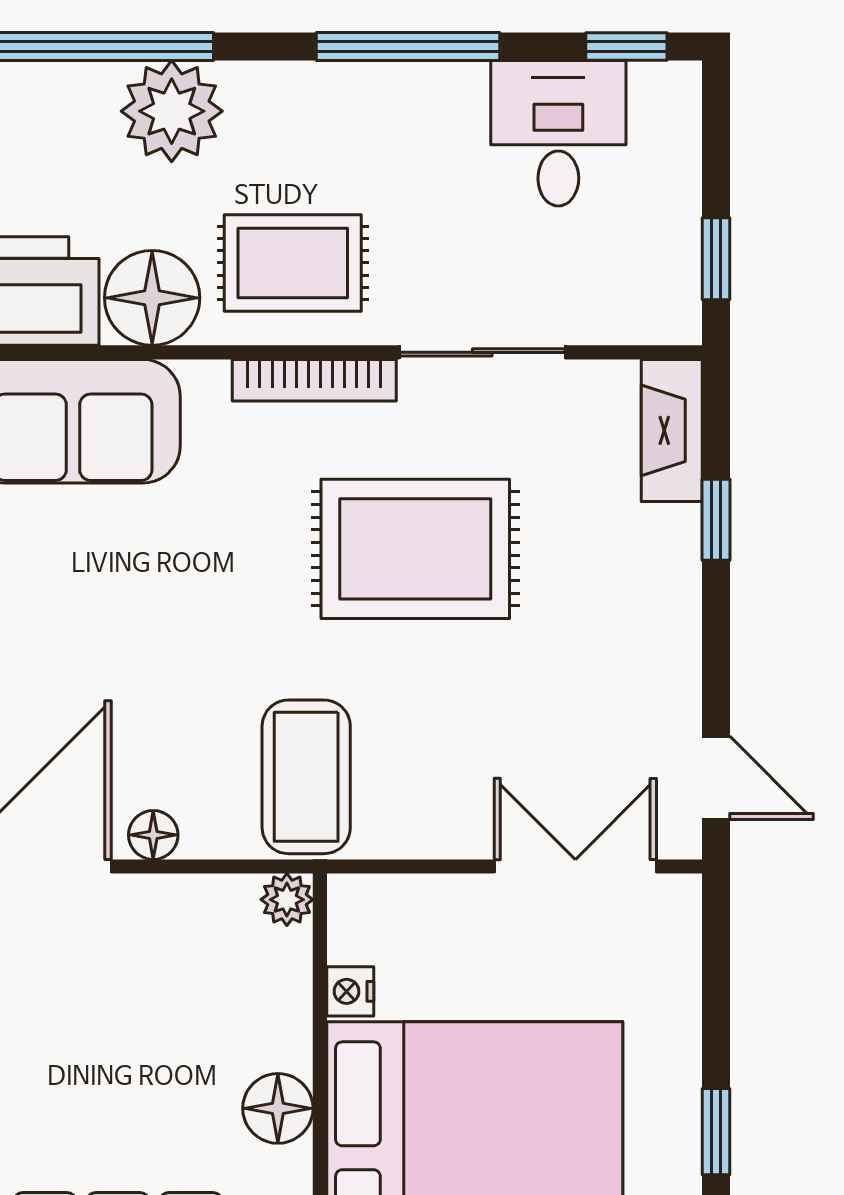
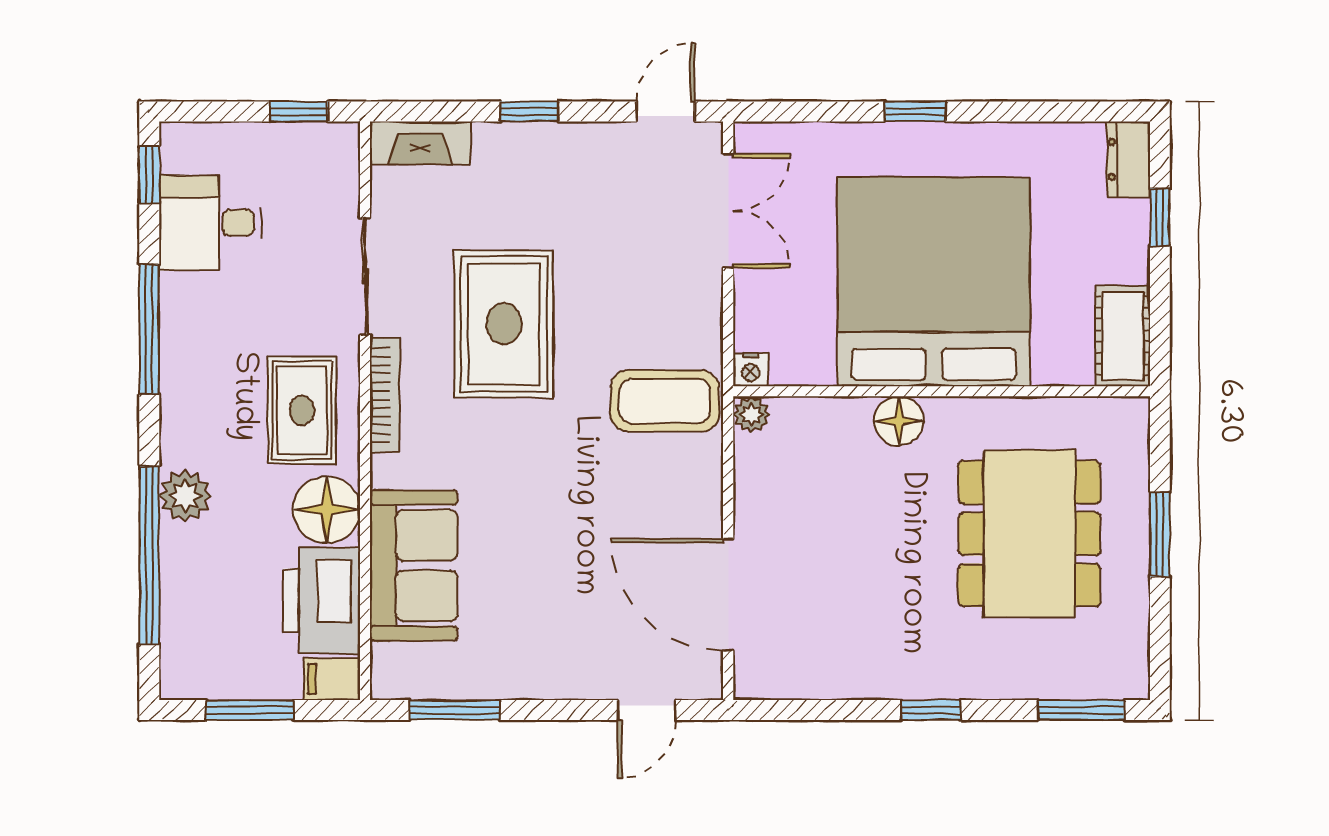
plant: (172, 111) -> (185, 496), width x0.73, depth x0.73
window: (716, 520) -> (529, 112), moved
floor lamp: (153, 835) -> (706, 509), removed
double door: (575, 867) -> (728, 211), swing flipped
nightstand: (350, 991) -> (751, 370), moved

